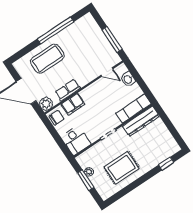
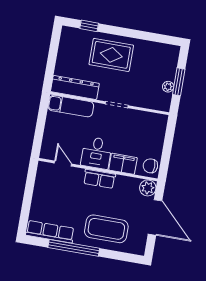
row of seats: (77, 27) -> (50, 232), added
window: (112, 39) -> (29, 189), removed
washbasin: (128, 79) -> (50, 138), removed
row of seats: (68, 90) -> (99, 179), moved
desk: (76, 140) -> (96, 153), moved, turned 180
rug: (122, 168) -> (111, 55), moved

